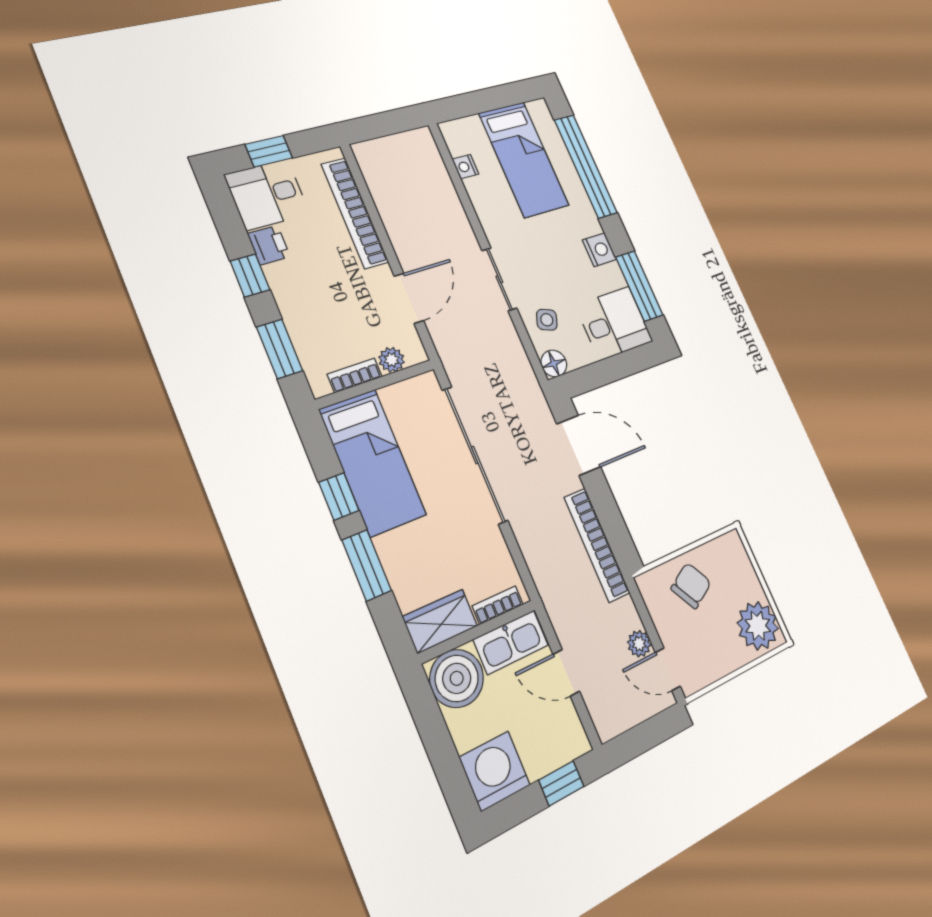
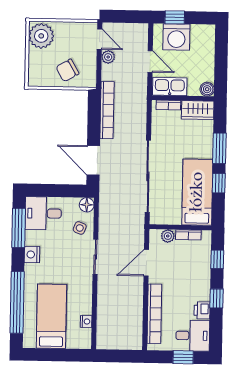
window: (280, 349) -> (217, 259), width x0.67
boiler: (457, 678) -> (207, 89), width x0.54, depth x0.54
washing machine: (495, 771) -> (176, 37), moved

